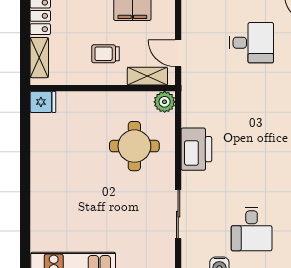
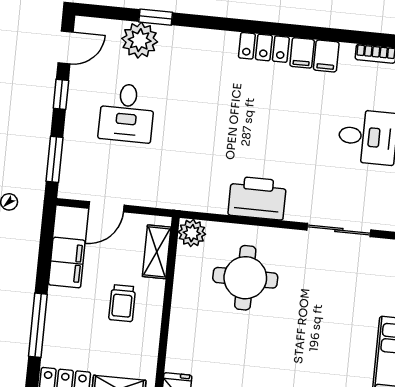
desk: (252, 43) -> (127, 113), turned 180
door: (178, 53) -> (106, 207), moved

